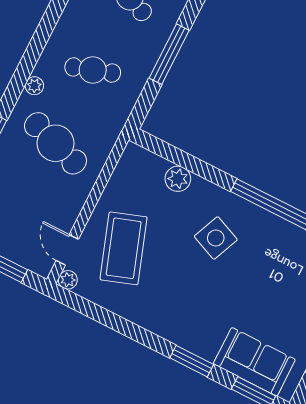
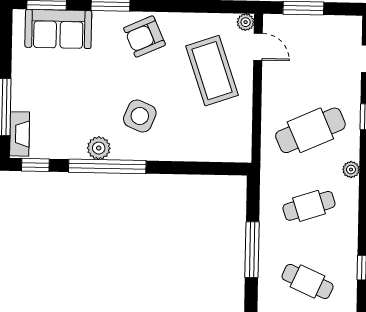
cafe table: (56, 143) -> (310, 130), turned -42
plant: (178, 179) -> (99, 148), moved
armchair: (174, 314) -> (144, 36), added

